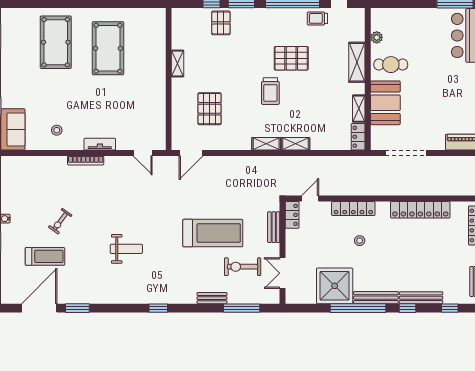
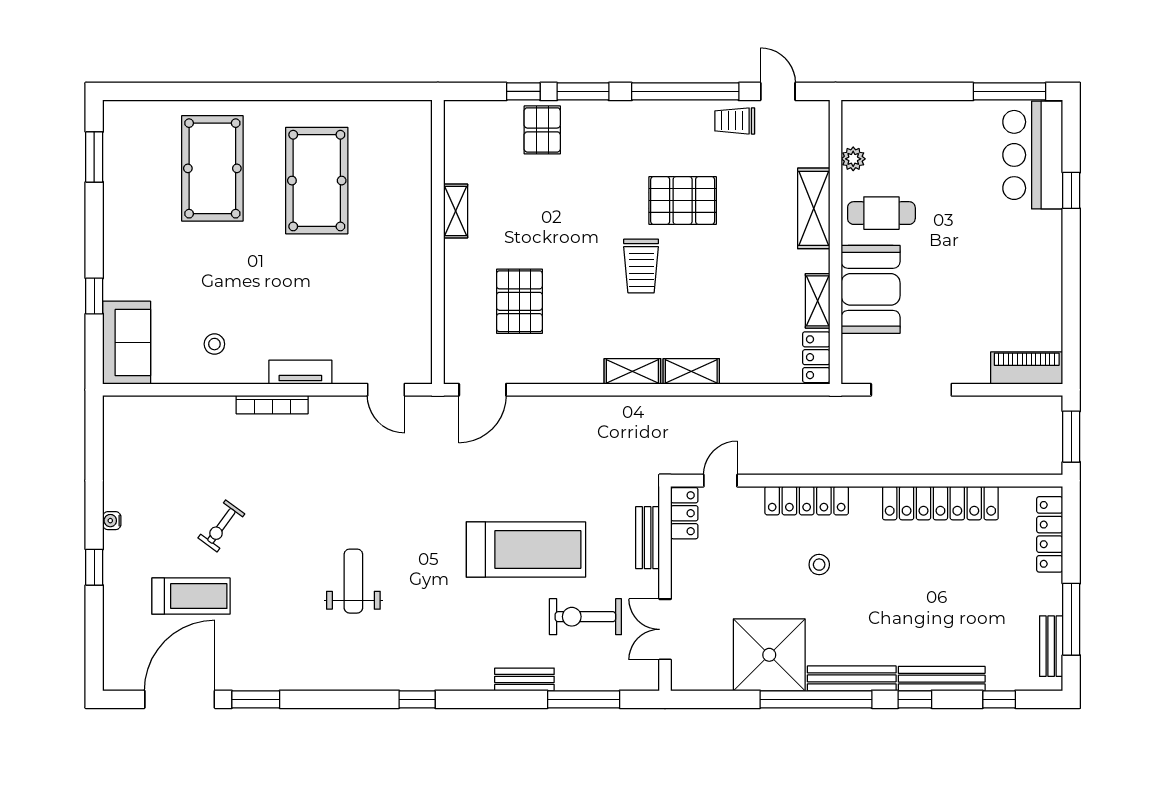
weight bench: (126, 249) -> (353, 581), turned -90

